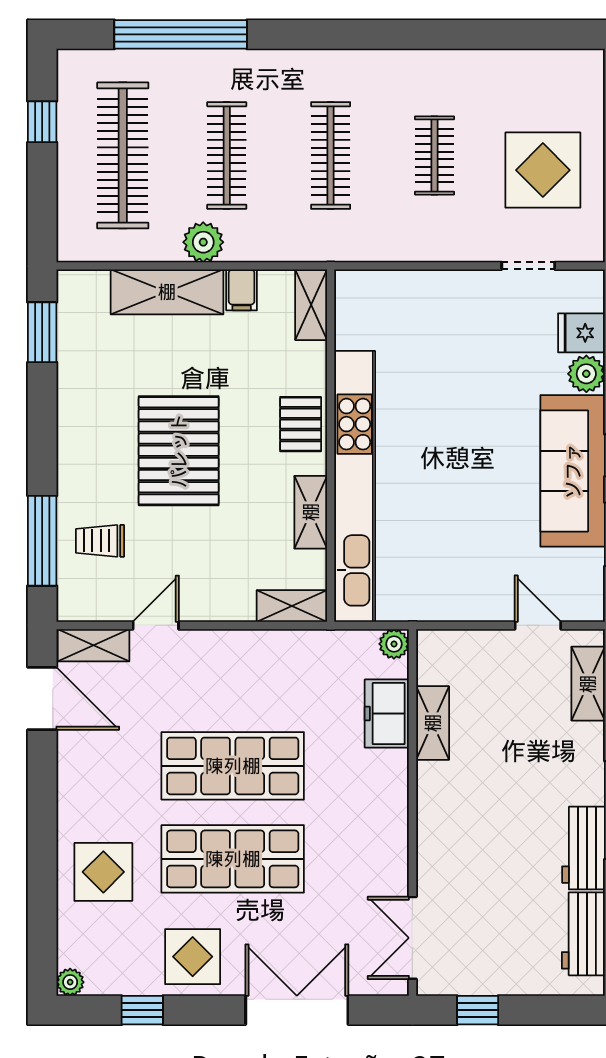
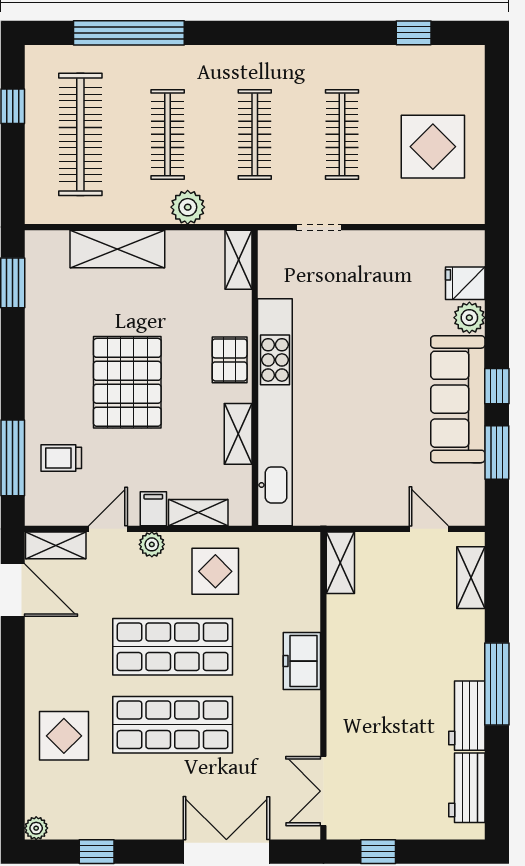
window: (520, 34) -> (414, 33), added
clothes rail: (434, 155) -> (342, 134), width x1.36
plant: (203, 242) -> (188, 207), moved
doorway: (528, 266) -> (319, 227), moved
filing cabinet: (242, 290) -> (153, 509), moved, turned 180
shelving: (292, 606) -> (198, 513), moved
plant: (394, 644) -> (152, 544), moved
freezer: (387, 714) -> (302, 661), moved
shelving: (433, 723) -> (340, 563), moved
display table: (193, 957) -> (215, 571), moved

